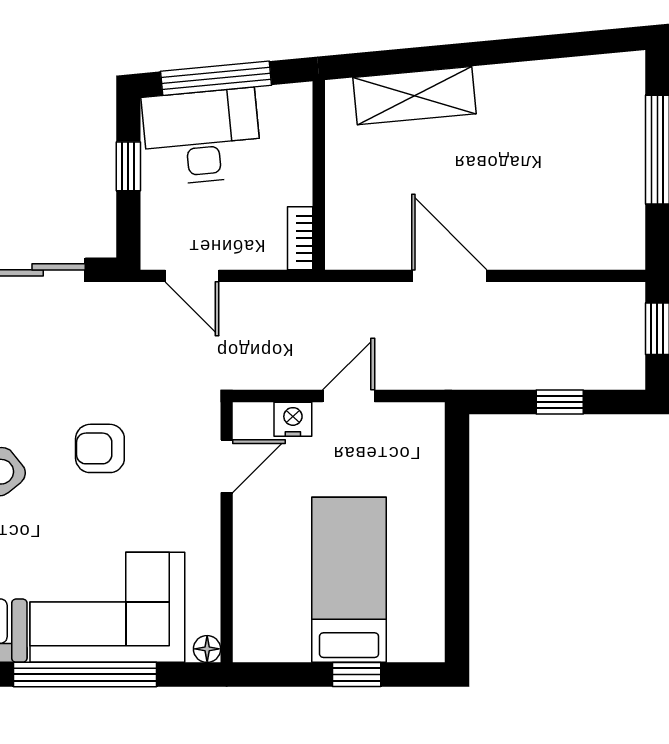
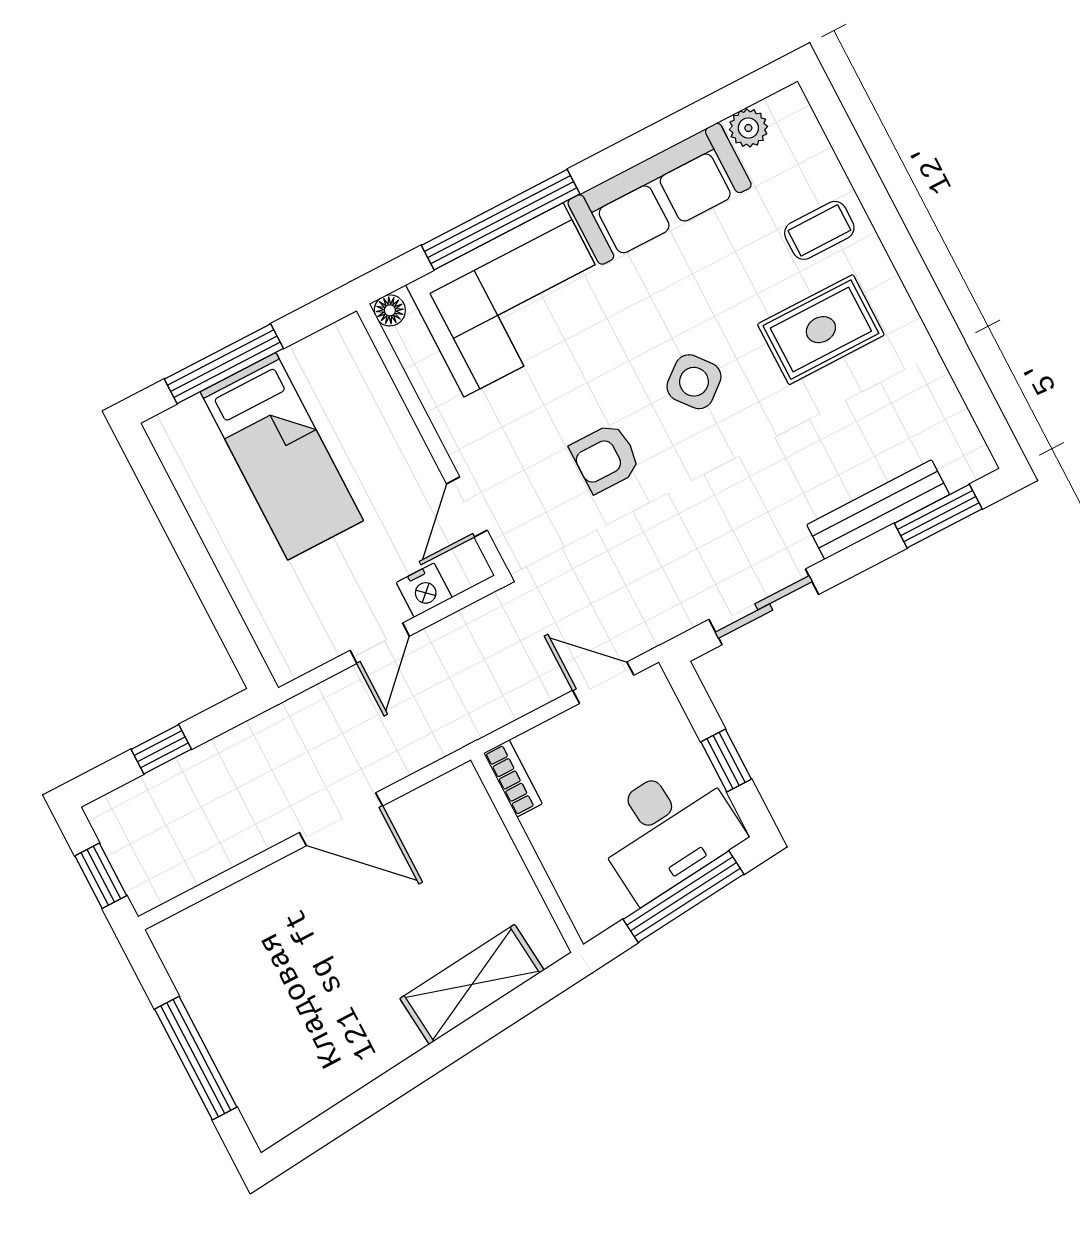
armchair: (100, 448) -> (605, 458), turned 180
window: (357, 674) -> (224, 364), width x2.17

